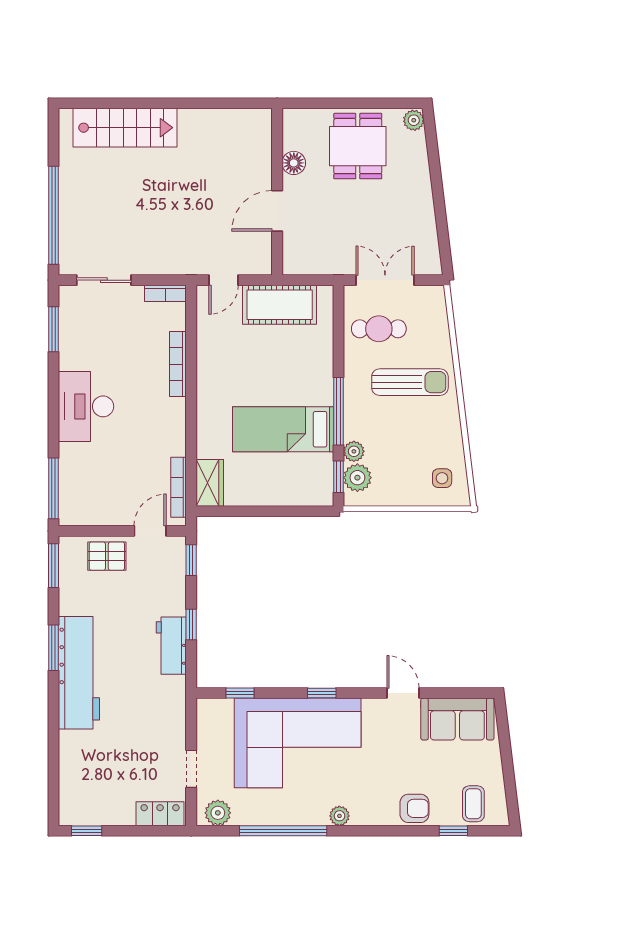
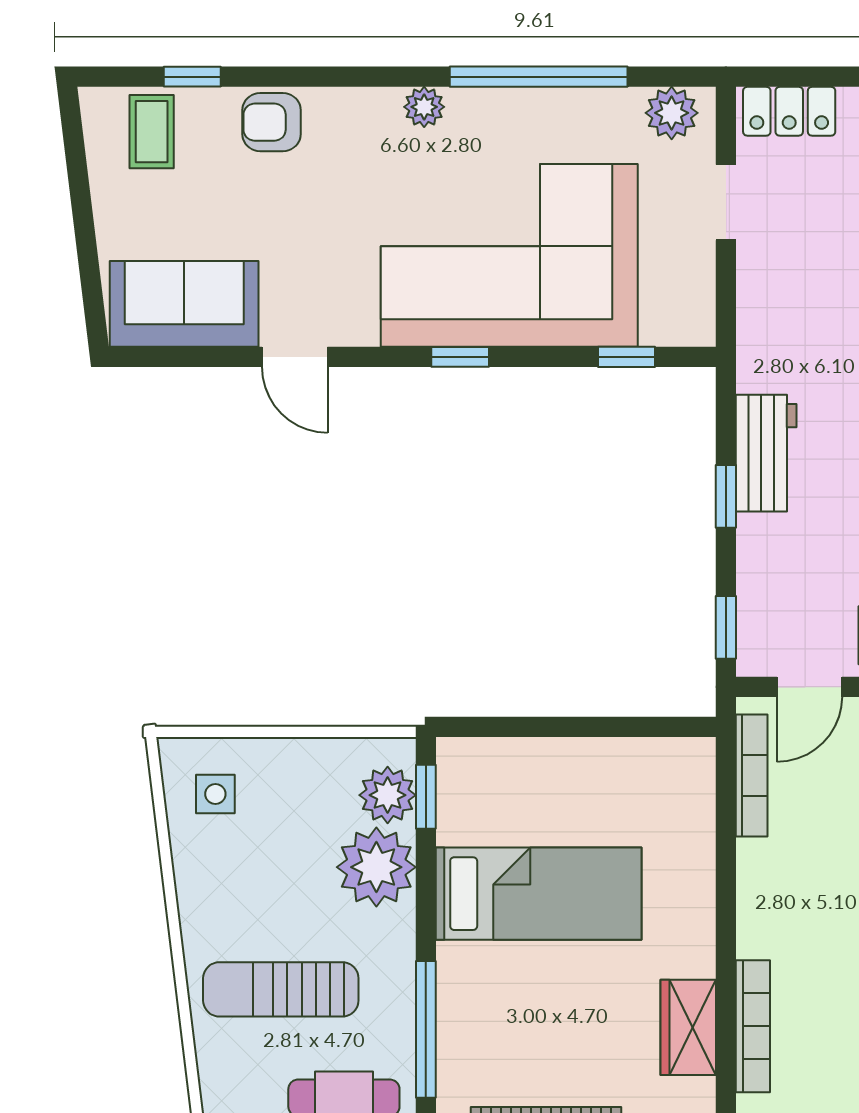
window: (339, 411) -> (426, 1029), moved
plant: (354, 451) -> (376, 867), width x1.88, depth x1.88
wardrobe: (210, 483) -> (688, 1027), moved

